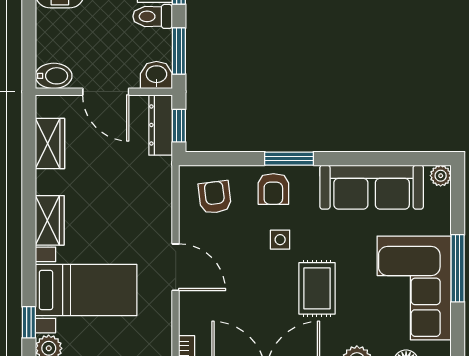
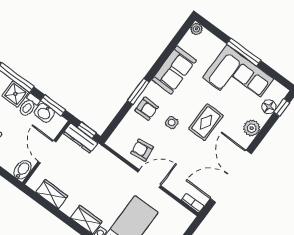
washbasin: (156, 75) -> (44, 113), moved, turned -90
door: (106, 92) -> (47, 152), swing flipped
sofa: (372, 187) -> (174, 70), width x0.73
armchair: (215, 197) -> (142, 150), moved
rug: (317, 288) -> (206, 122), turned 90

